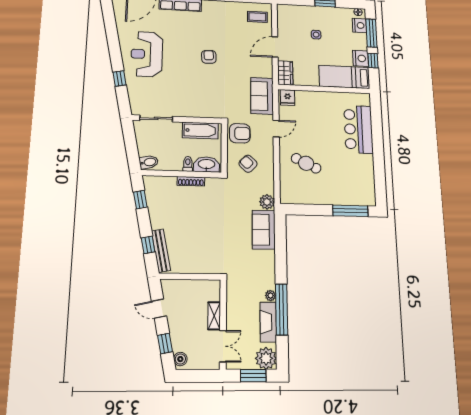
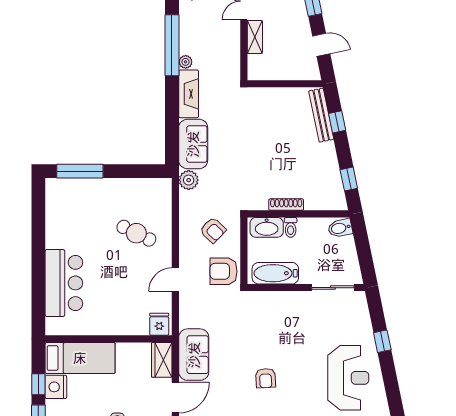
sofa: (262, 96) -> (194, 355), moved
fireplace: (268, 322) -> (189, 94), moved

